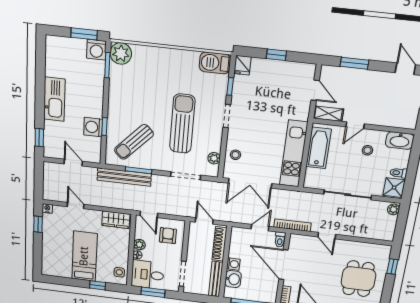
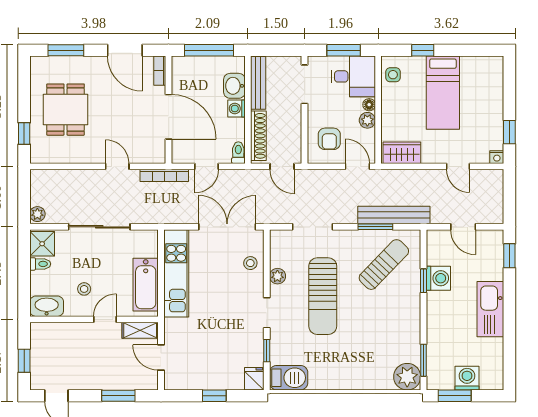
washing machine: (96, 50) -> (467, 378), moved
plant: (214, 158) -> (277, 276), moved
toilet: (280, 240) -> (238, 153), moved

